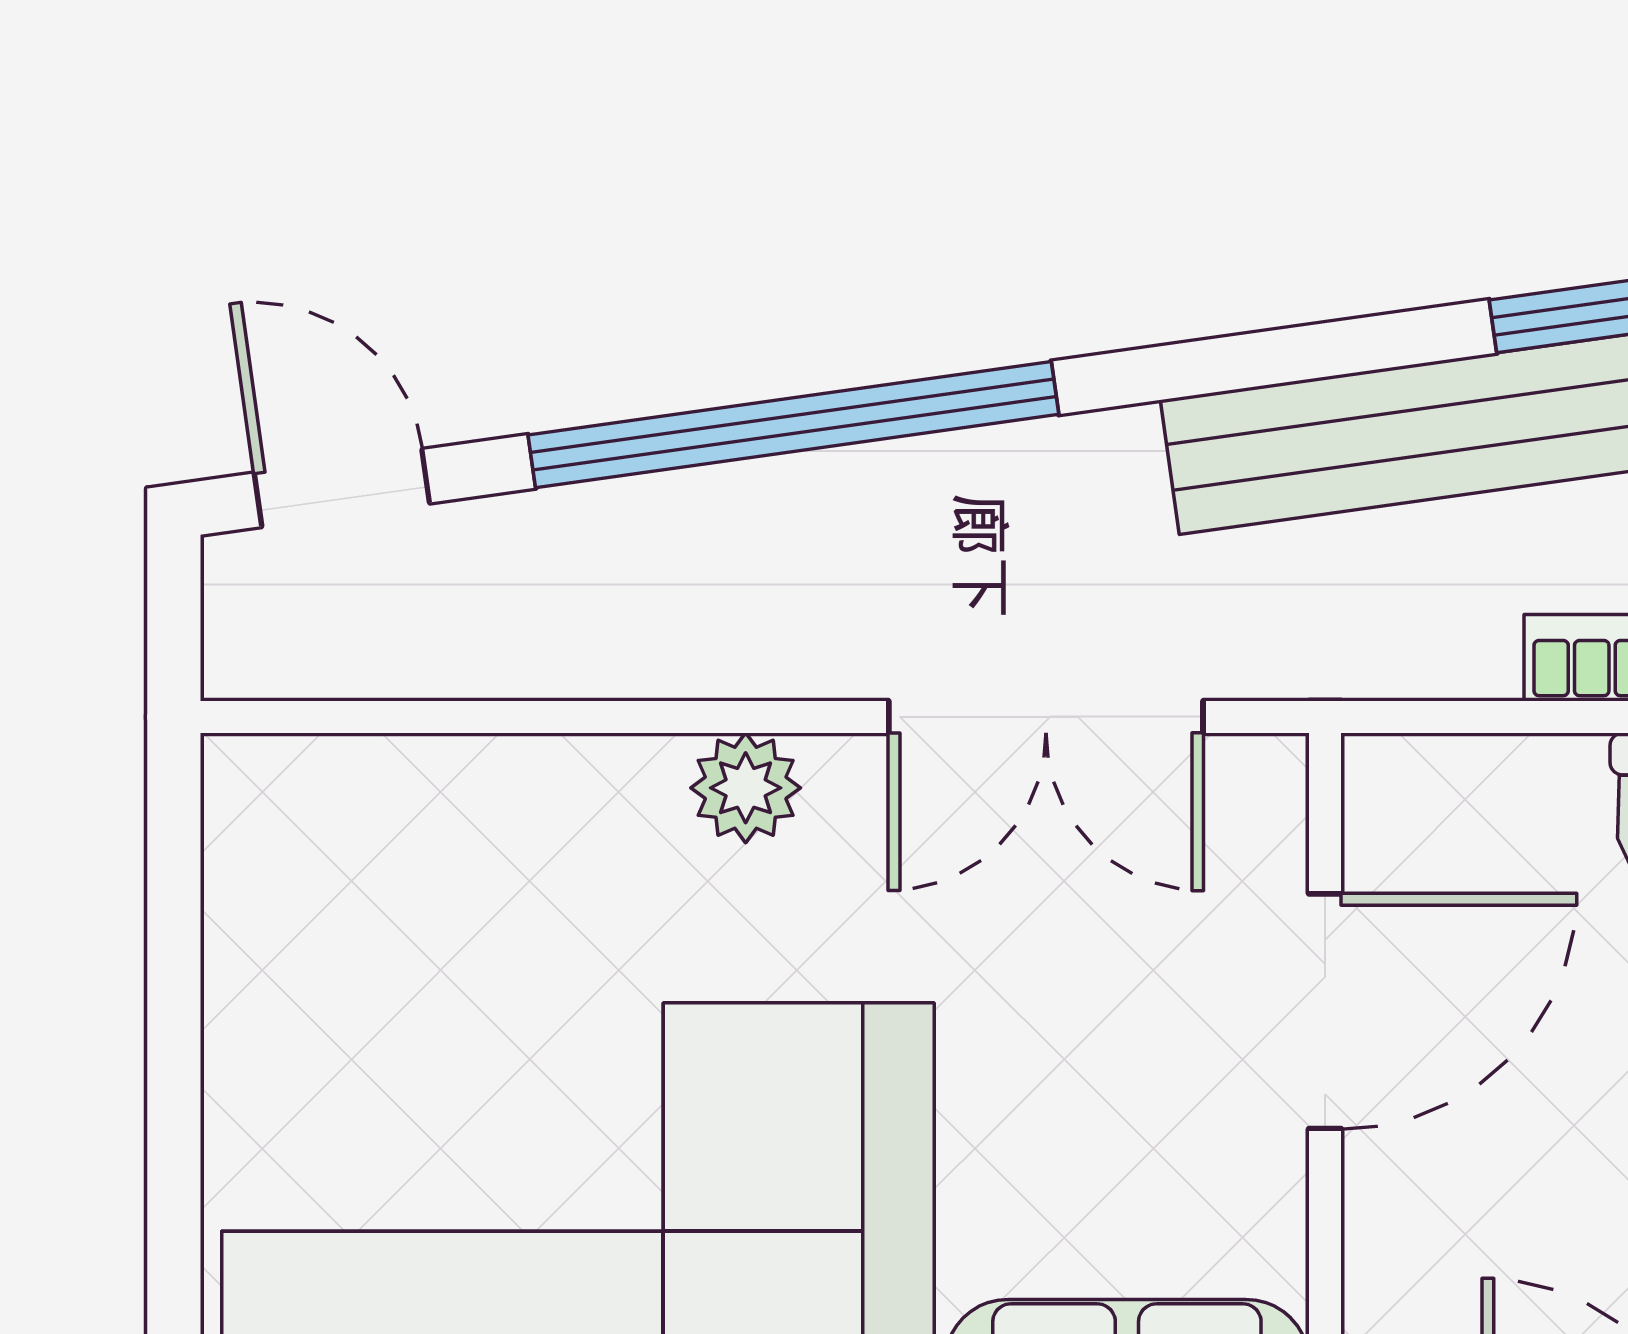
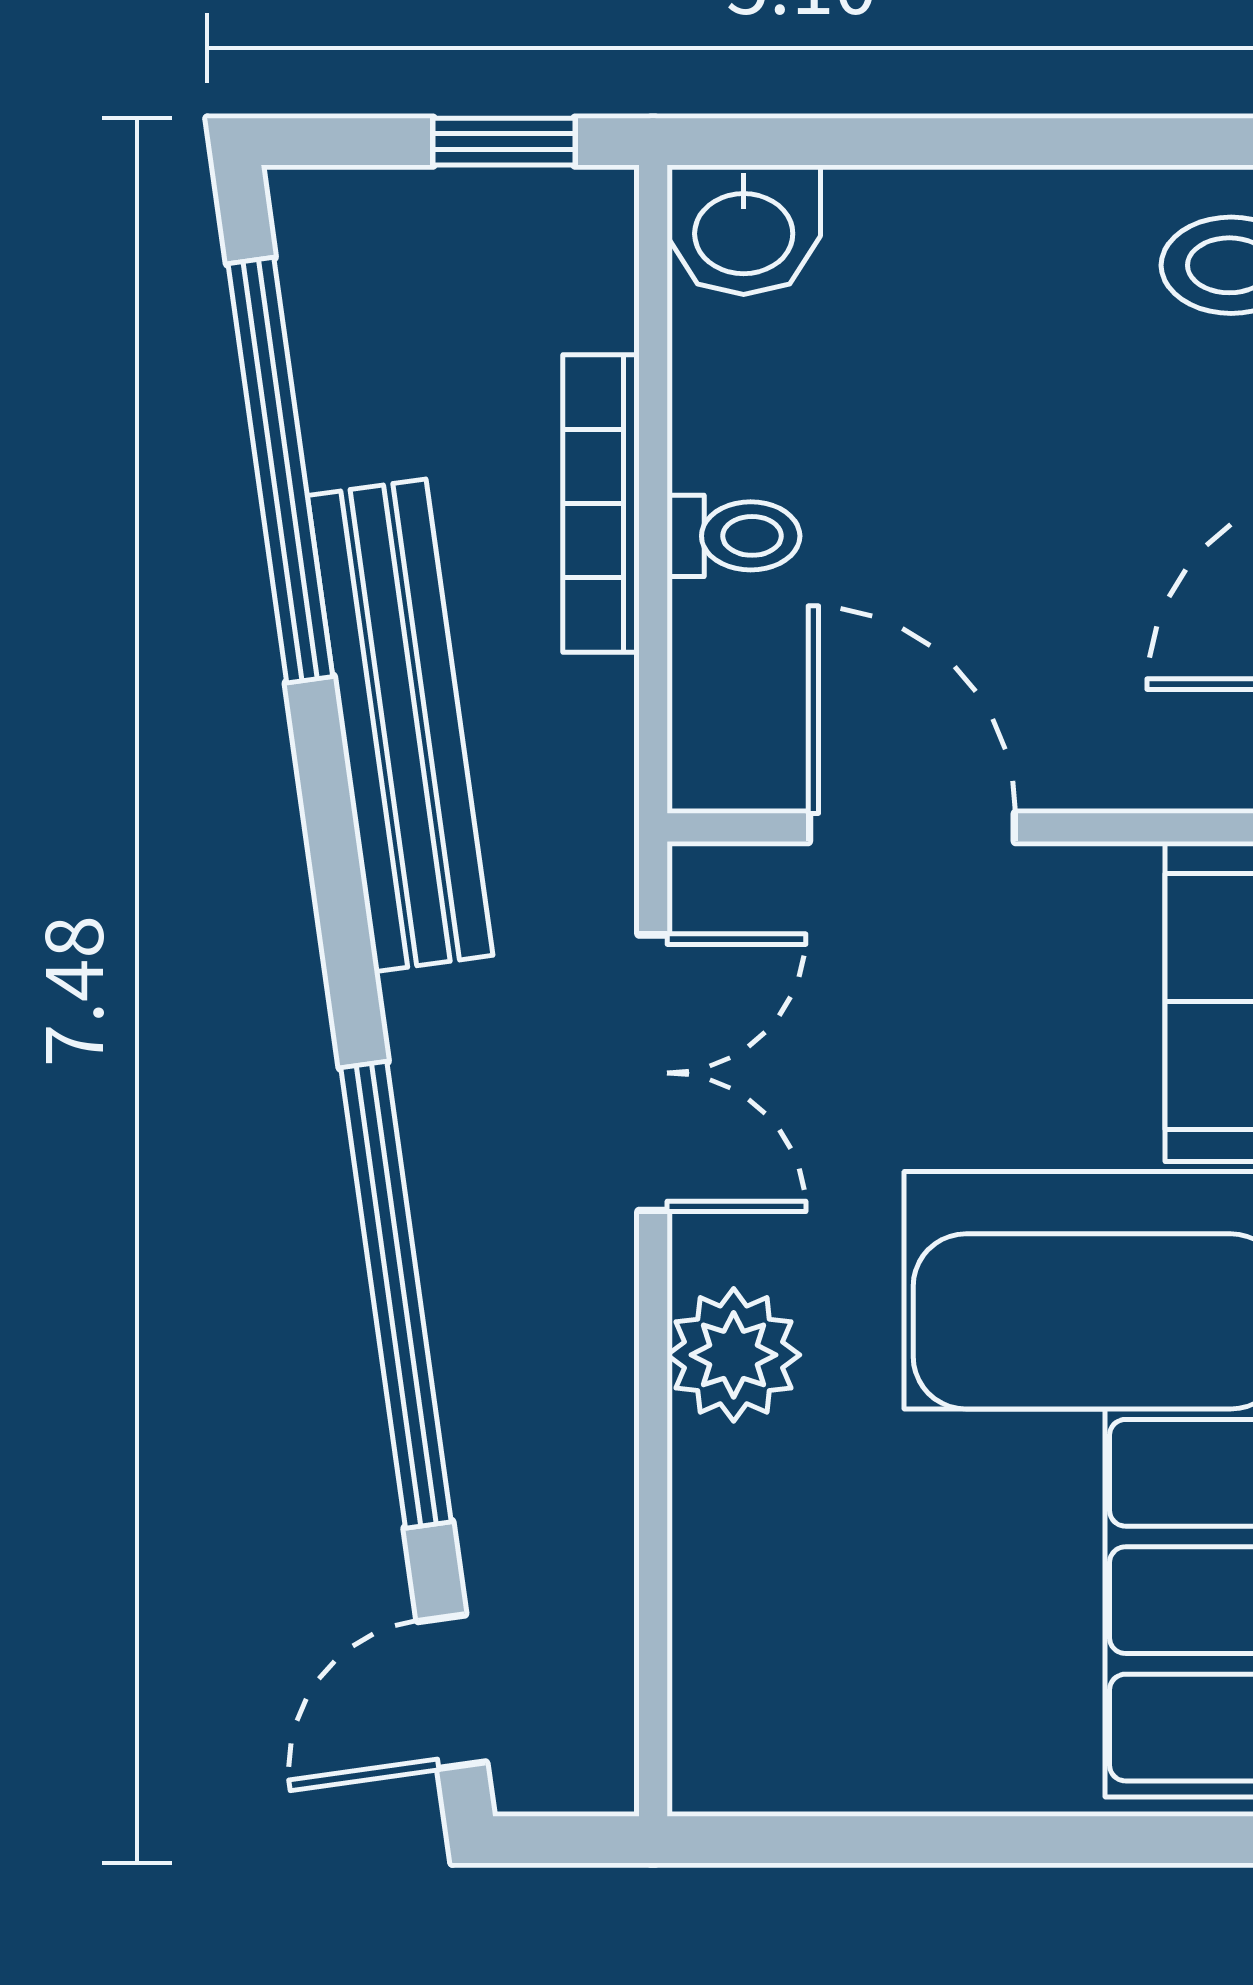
plant: (746, 788) -> (734, 1355), width x1.38, depth x1.38

